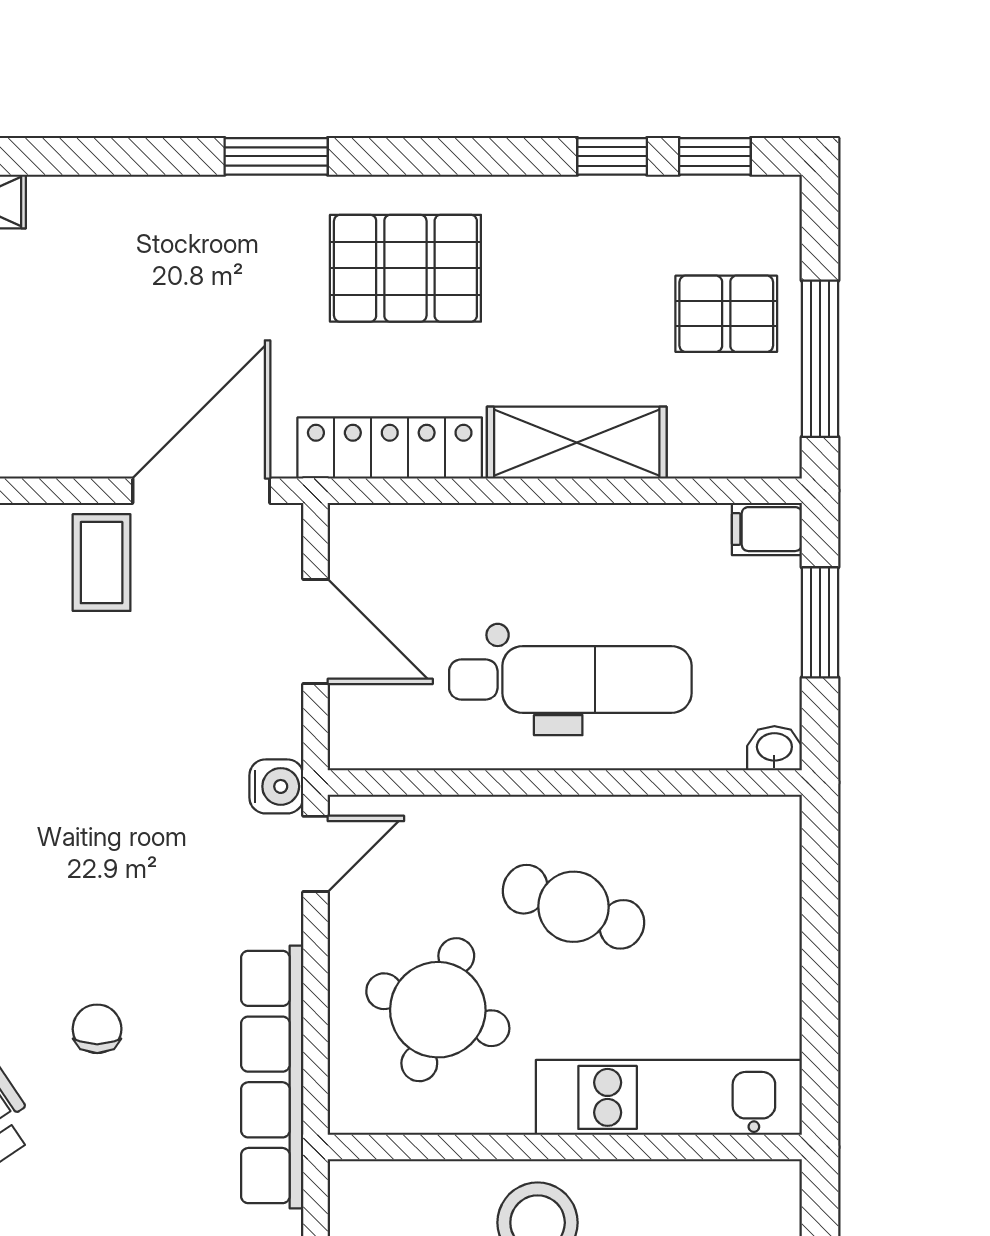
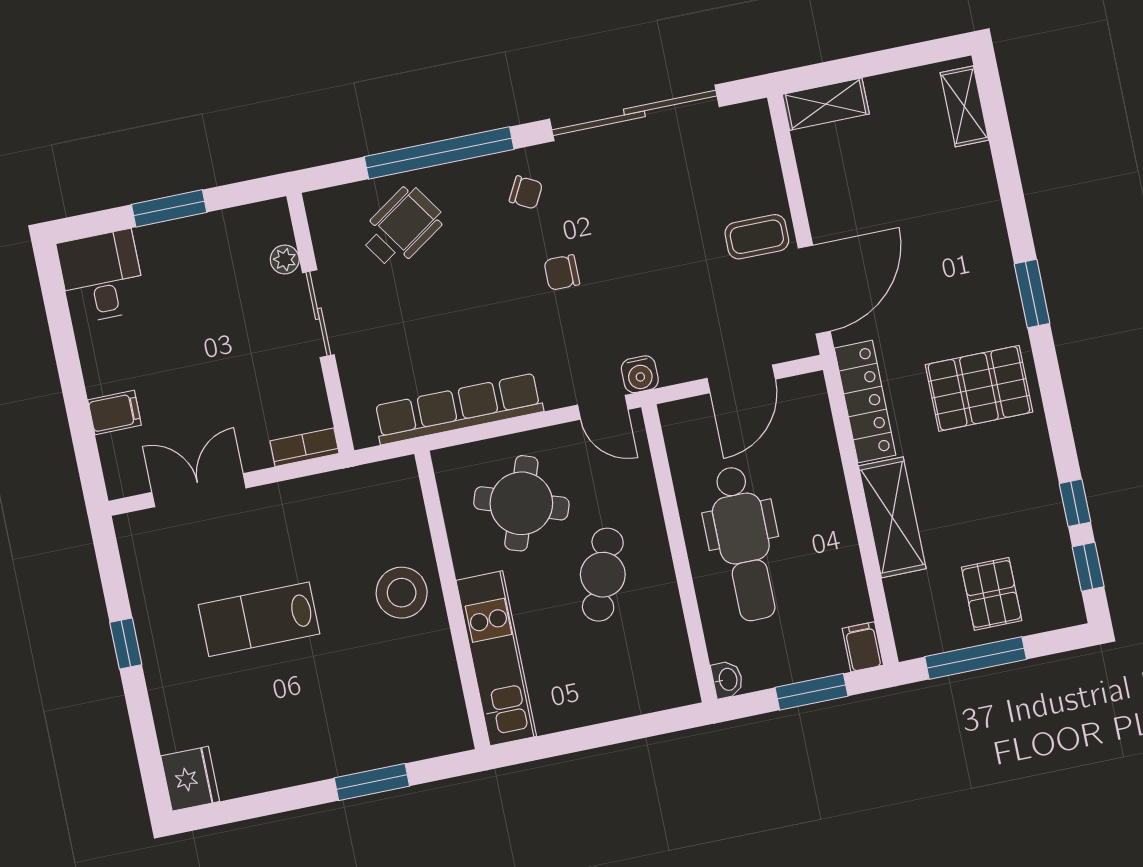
pallet: (405, 268) -> (979, 388), turned 90
door: (201, 491) -> (814, 290), hinge flipped
chair: (97, 1029) -> (562, 272), moved, turned 180

